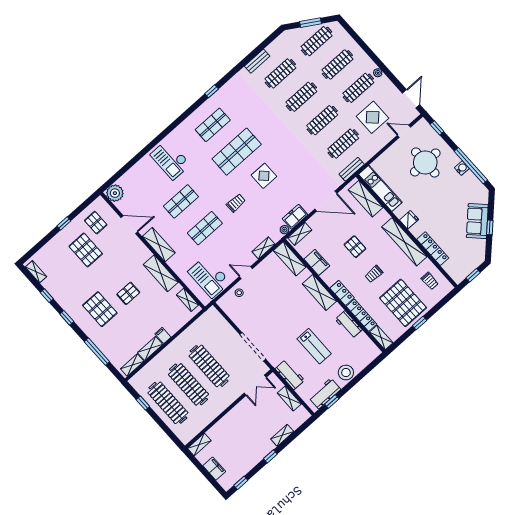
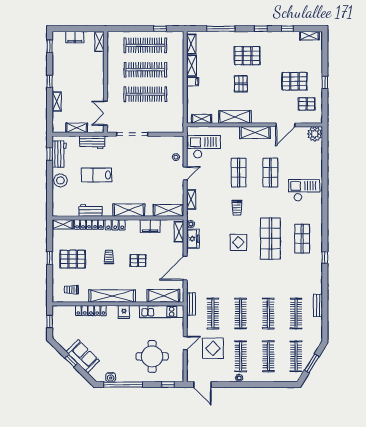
door: (404, 131) -> (185, 343), moved
water cooler: (462, 168) -> (111, 377), moved
pallet: (403, 303) -> (73, 259), width x0.73, depth x0.71

